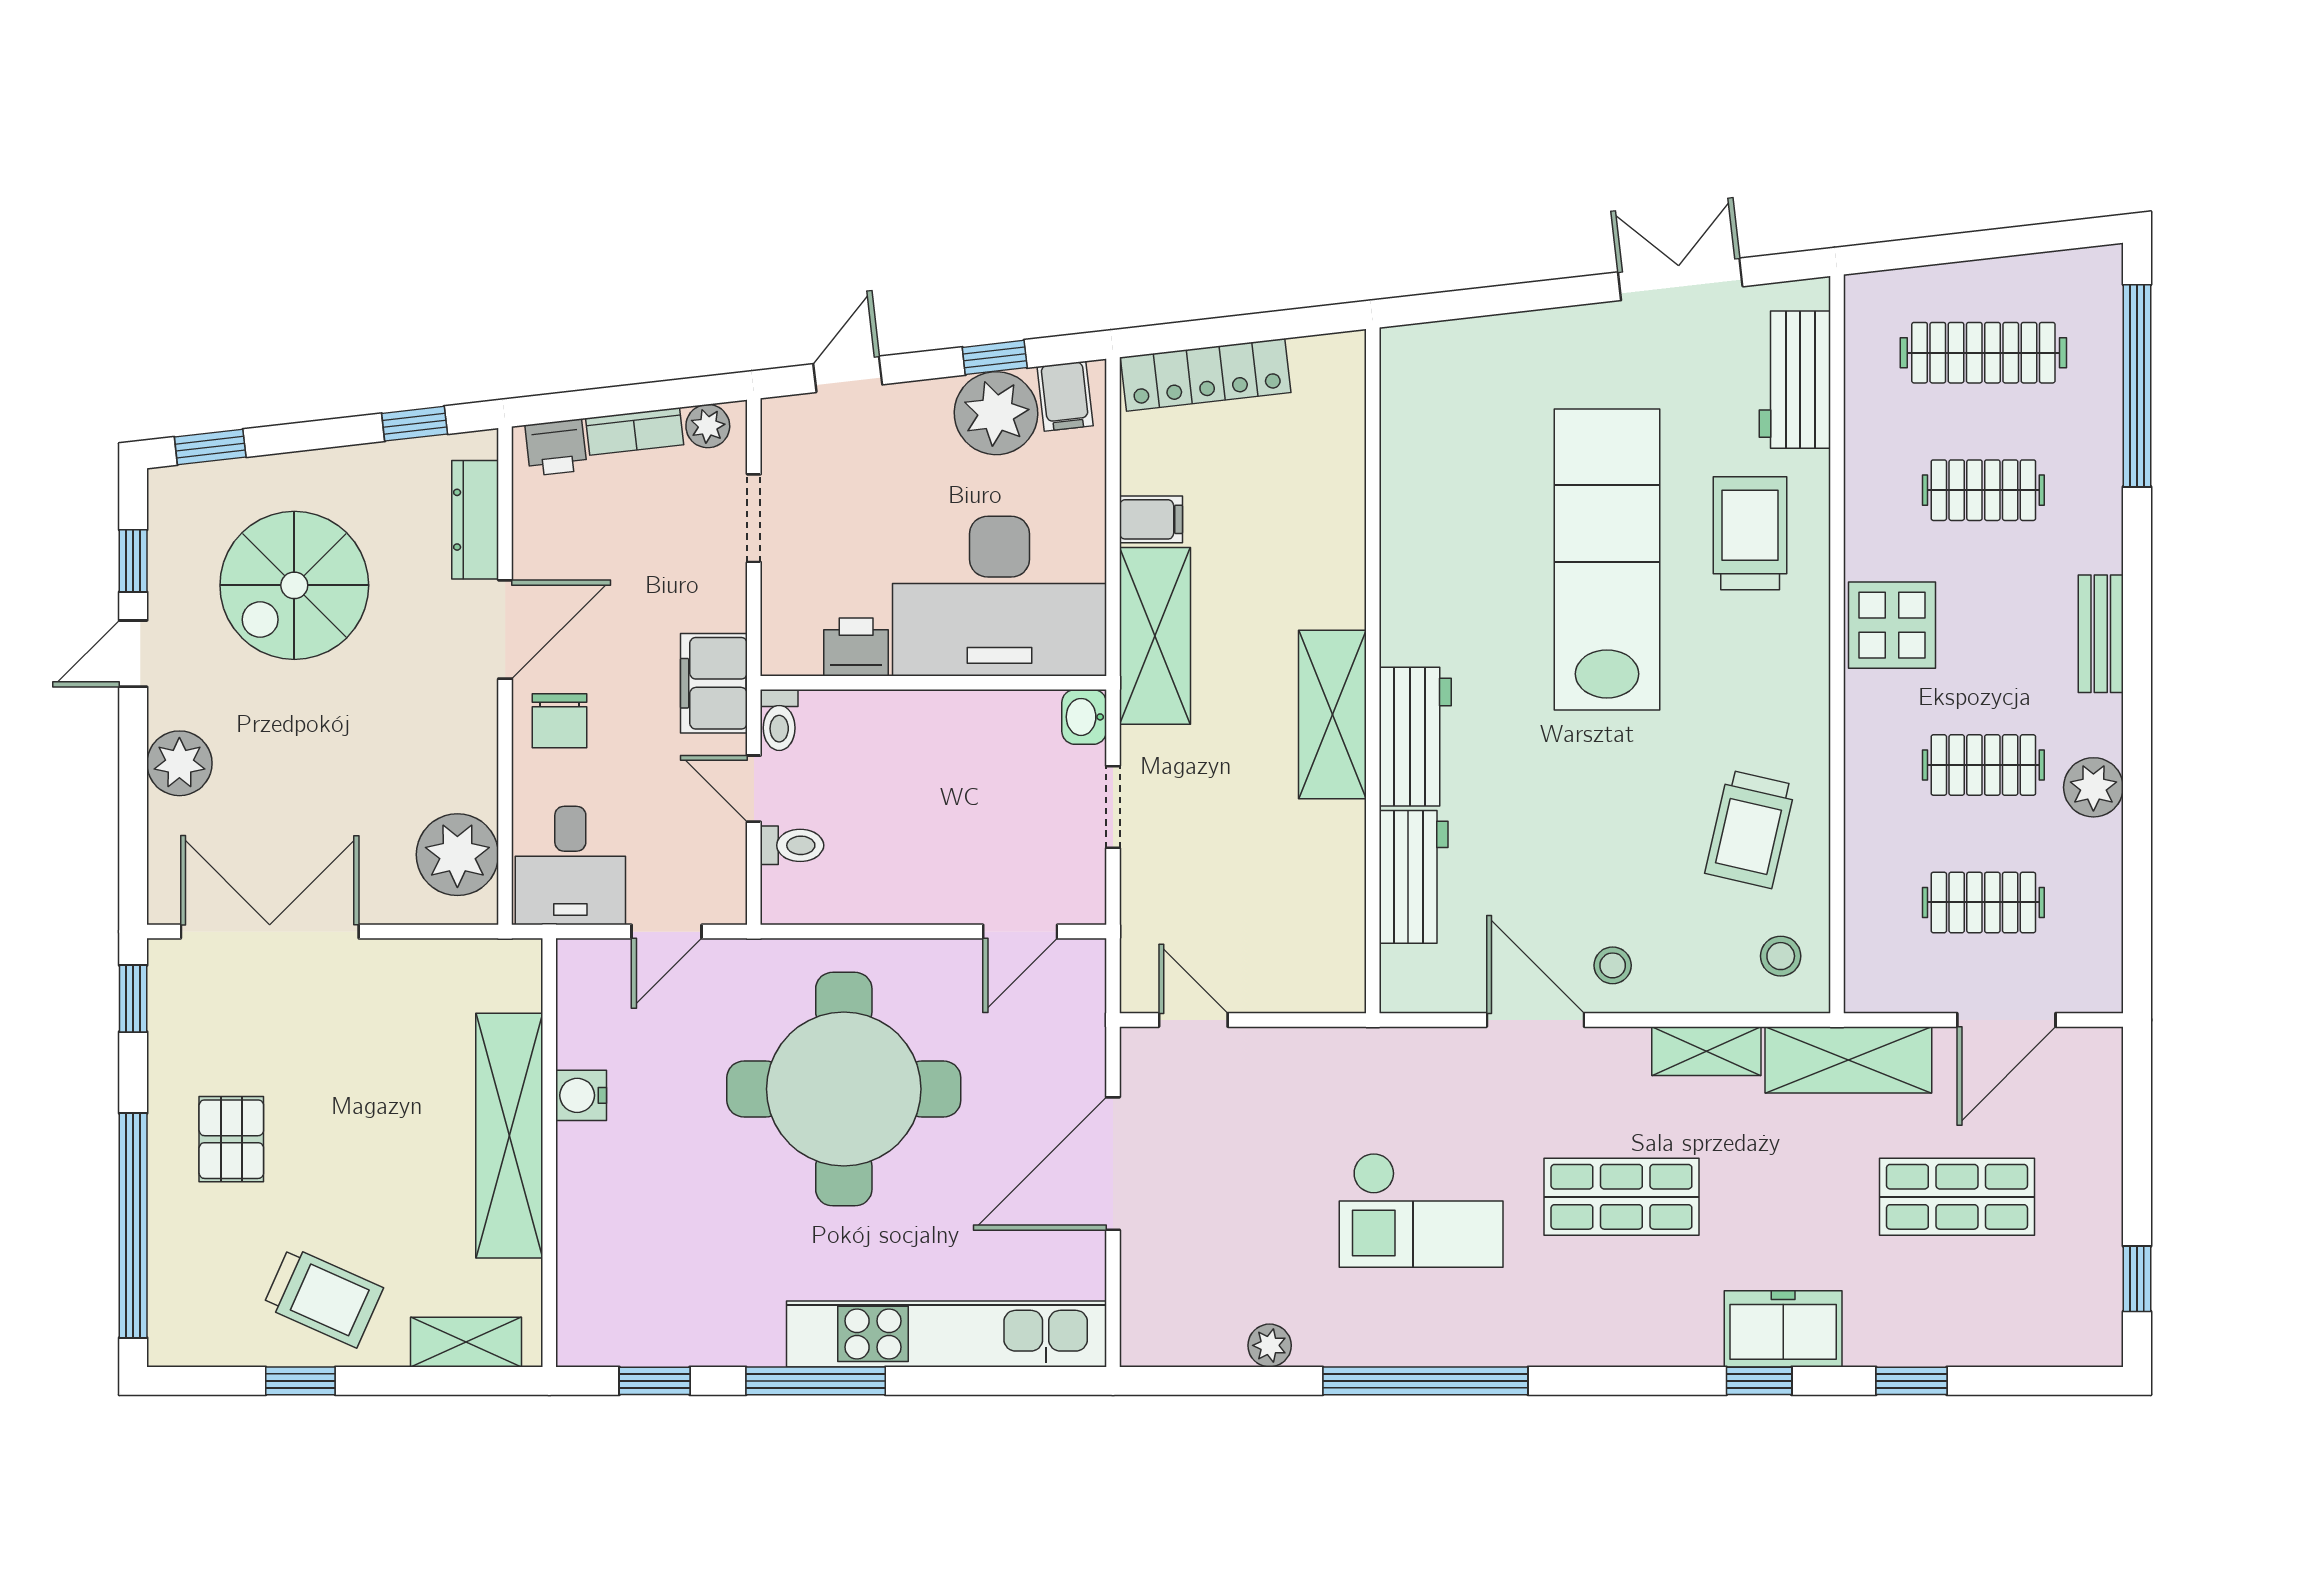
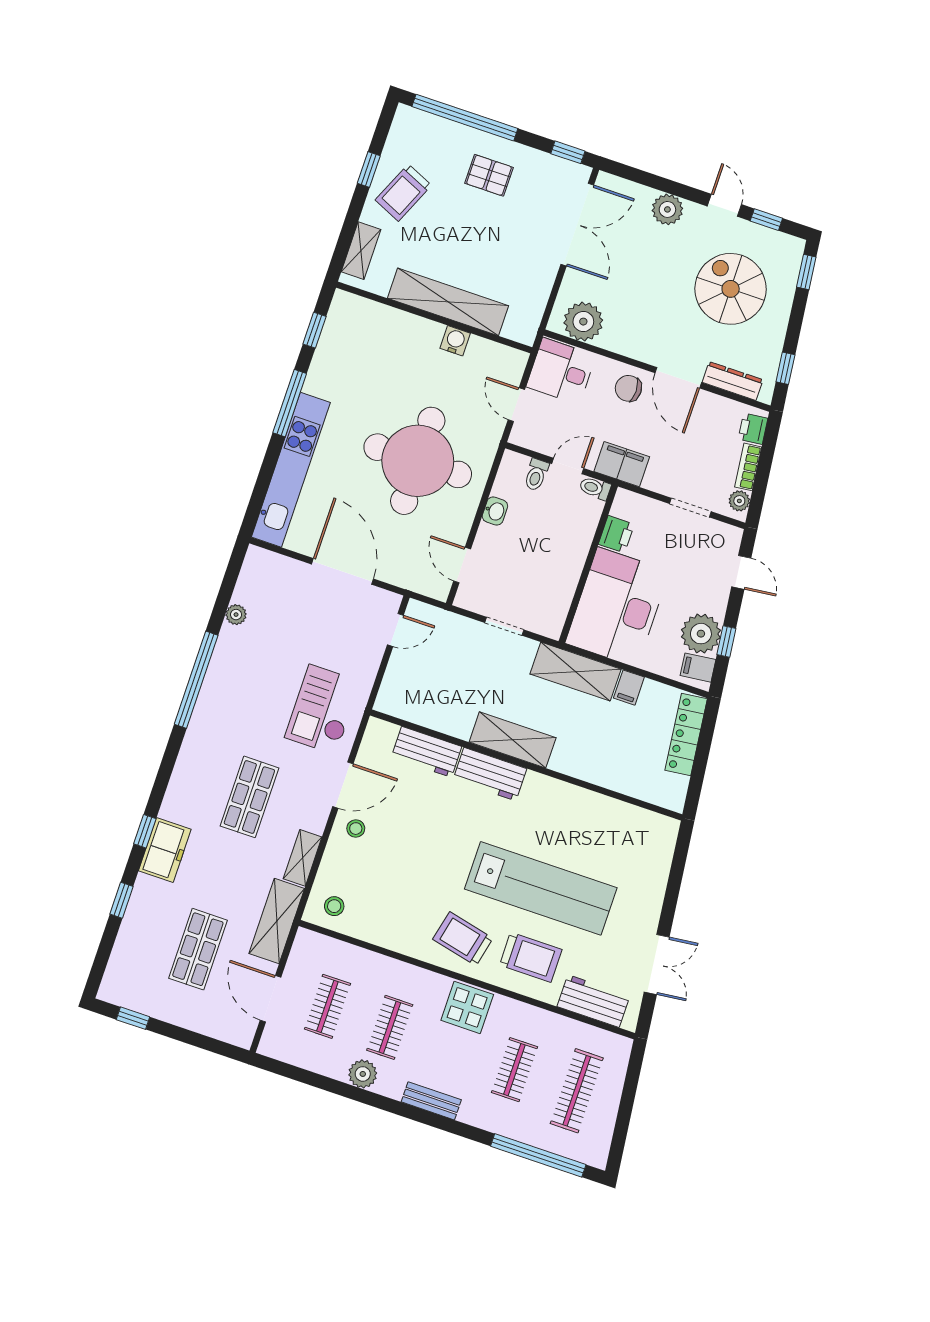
washbasin: (1084, 717) -> (495, 511), moved, turned 90
trolley: (1750, 829) -> (463, 939), moved
checkout: (1421, 1210) -> (323, 709), moved

